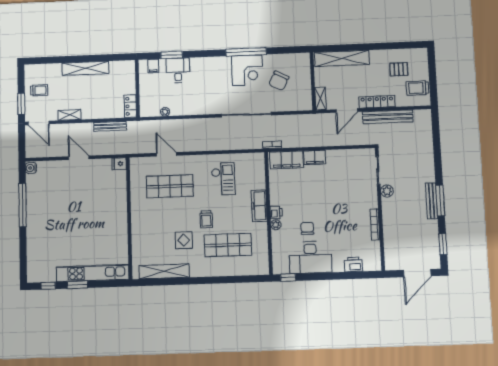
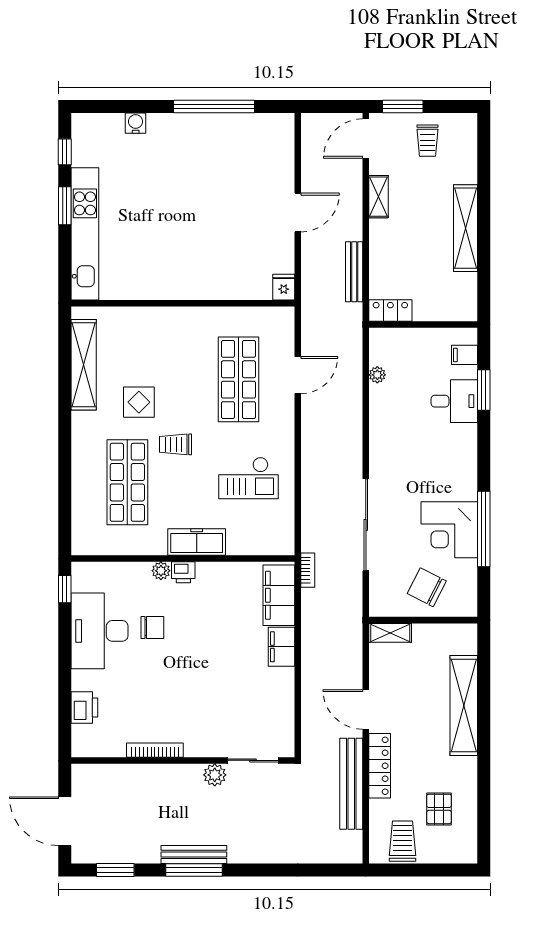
wall: (313, 81) -> (423, 620), moved
shelving: (320, 99) -> (390, 633), moved
water cooler: (31, 168) -> (136, 123), moved

